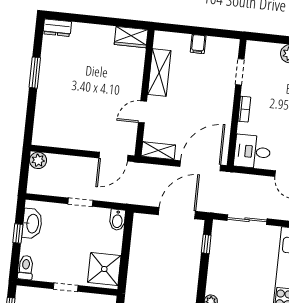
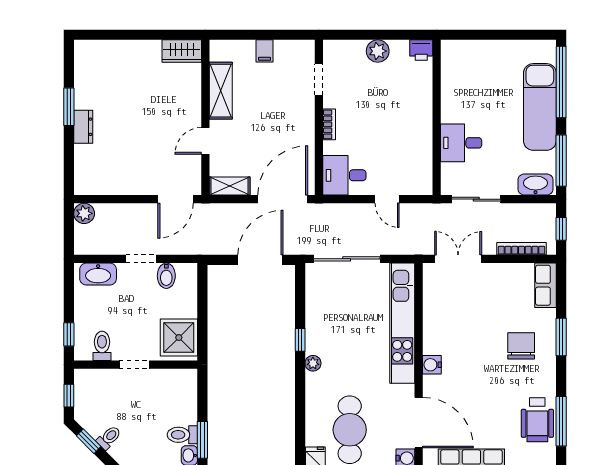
dresser: (57, 28) -> (83, 127), moved, turned -90
bidet: (117, 220) -> (166, 276), moved
sliding door: (247, 220) -> (347, 259), width x1.37
washbasin: (32, 224) -> (98, 274), moved, turned 90
window: (18, 234) -> (69, 334), moved
window: (206, 244) -> (300, 340), moved
toilet: (26, 268) -> (102, 346), moved

